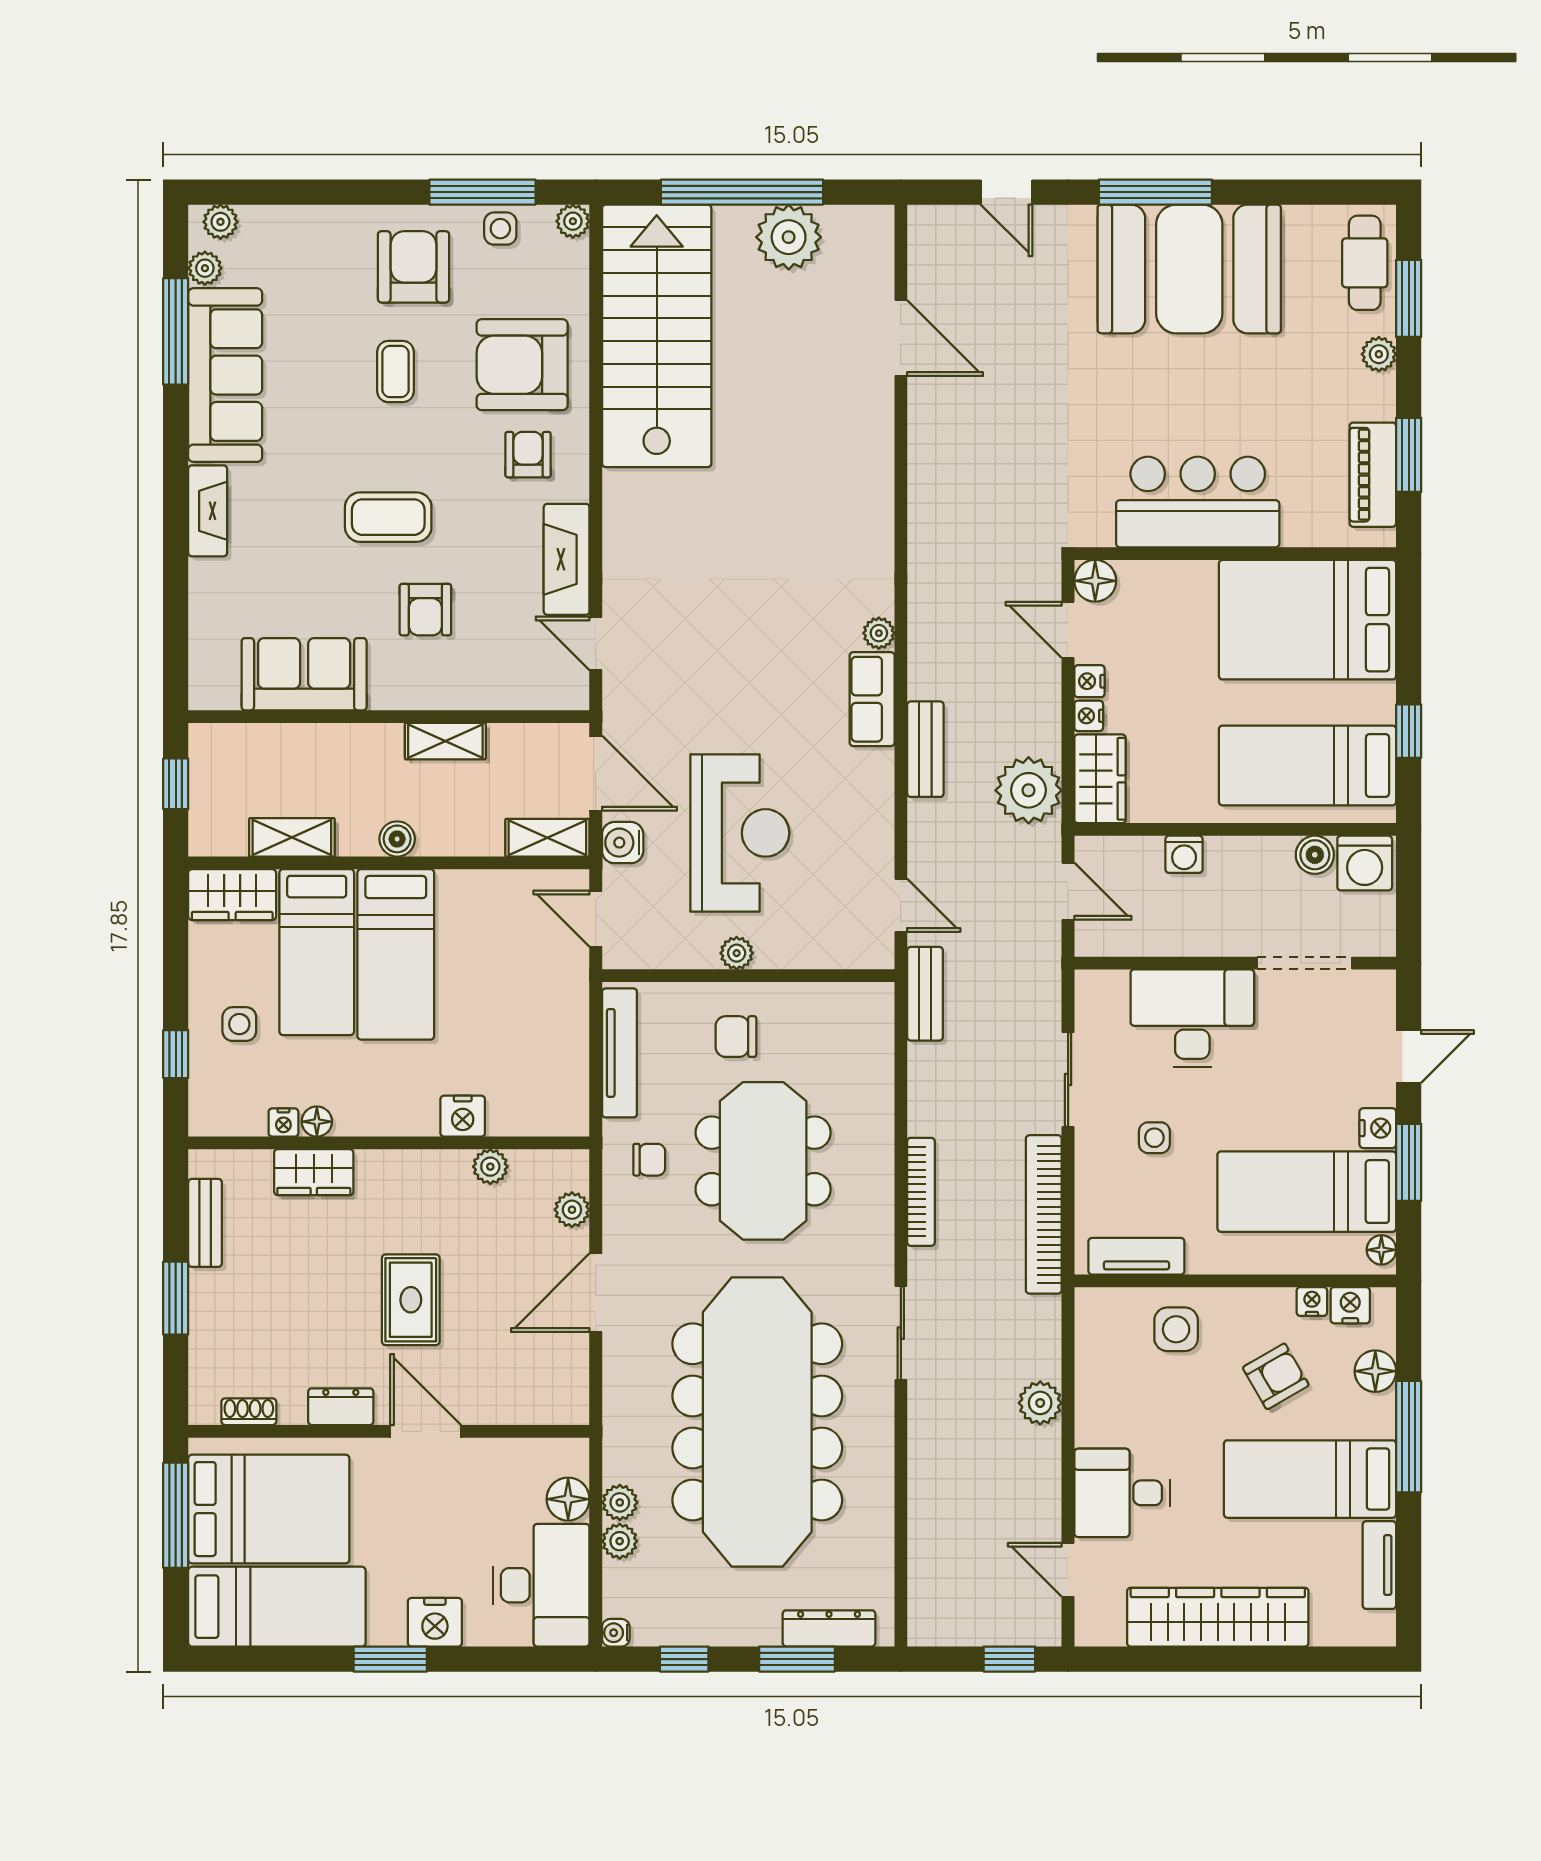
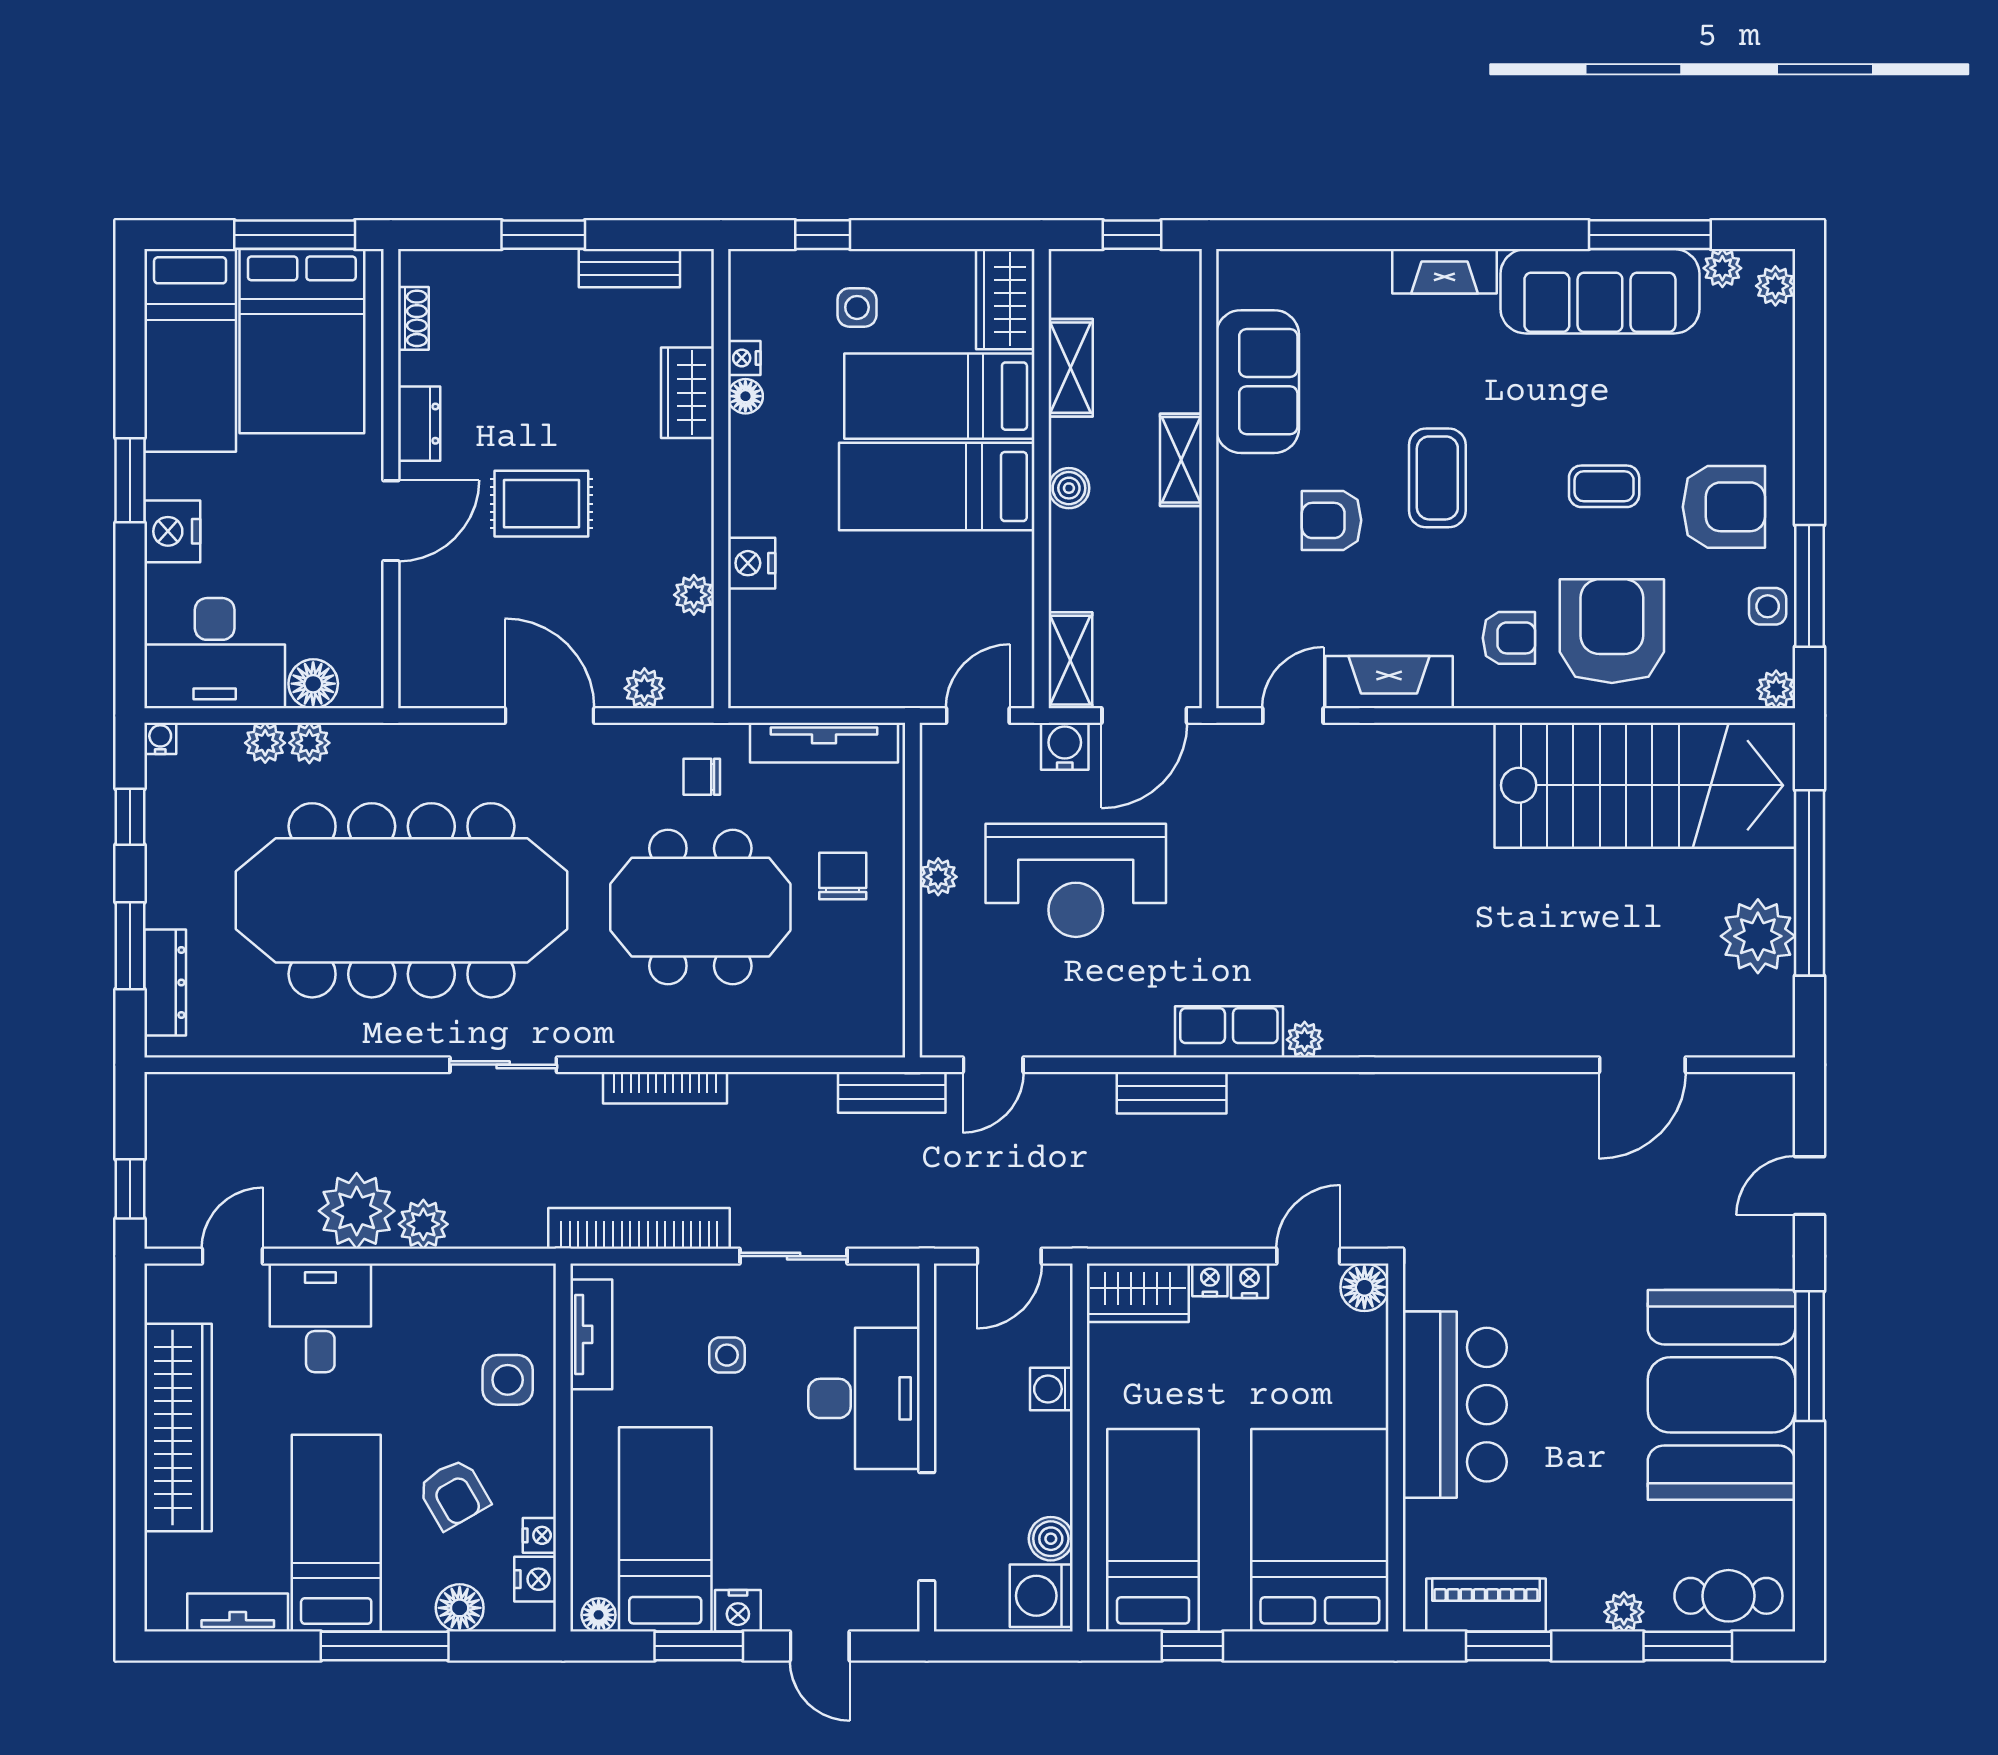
shelving: (445, 741) -> (1181, 460), moved
plant: (1029, 790) -> (357, 1211), moved
chair: (649, 1160) -> (702, 777), turned 90

